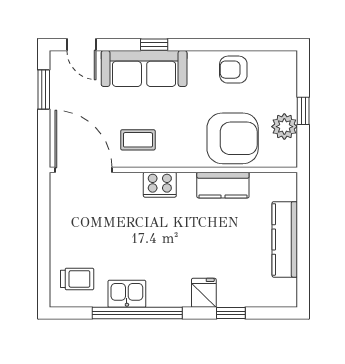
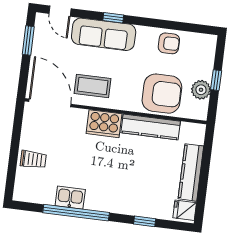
armchair: (233, 70) -> (169, 43), turned 180
coffee table: (138, 140) -> (93, 86), width x1.36, depth x1.30
cooker: (160, 185) -> (104, 124), width x1.37, depth x1.31
kitchen counter: (223, 185) -> (151, 127), width x1.50
trolley: (77, 279) -> (33, 159), moved
fridge: (204, 293) -> (185, 210), moved, turned -90

